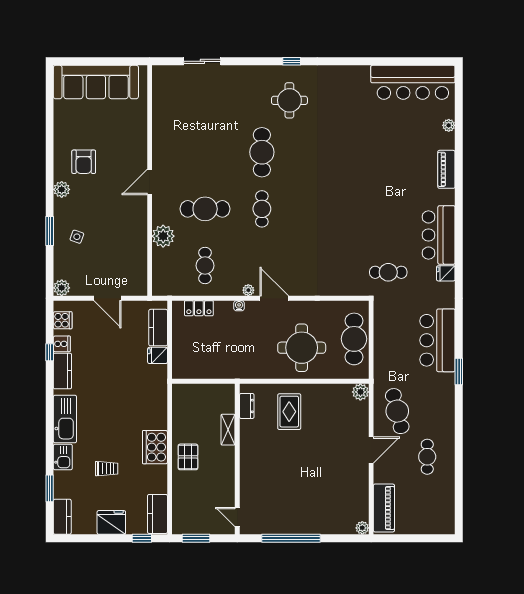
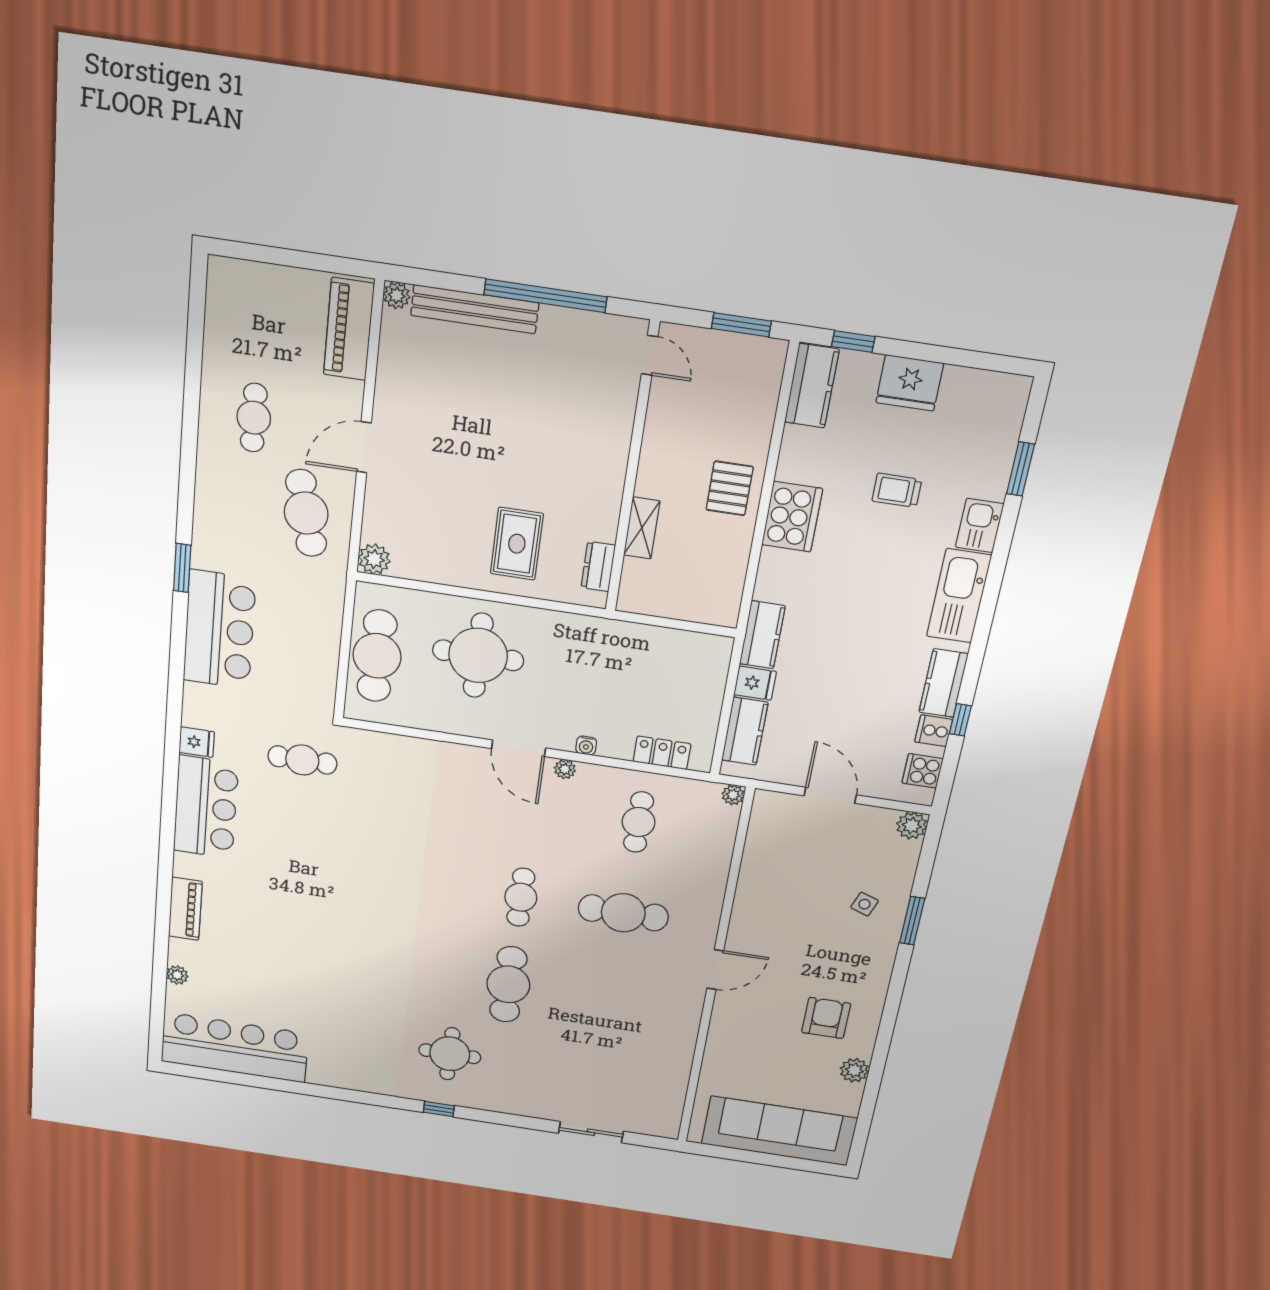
plant: (62, 189) -> (854, 1070), moved
plant: (163, 236) -> (733, 795), moved, width x0.53, depth x0.53
kitchen counter: (62, 517) -> (762, 635), moved, turned 180
bench: (324, 527) -> (475, 309), added

